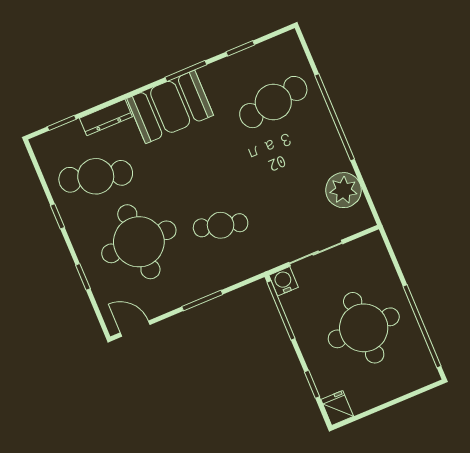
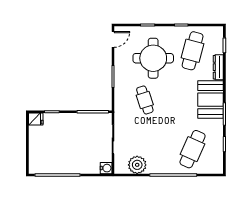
cafe table: (273, 102) -> (193, 149), turned 33
cafe table: (221, 225) -> (145, 100), turned -33
water cooler: (284, 281) -> (106, 168), moved
round table: (364, 328) -> (68, 147), removed

